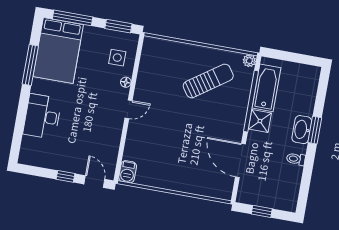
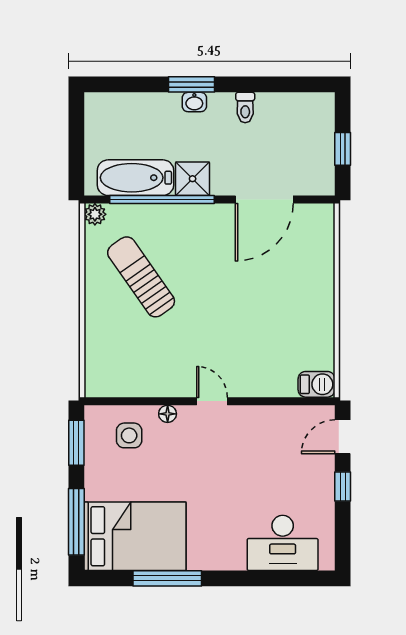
desk: (42, 116) -> (283, 543), moved
washbasin: (302, 130) -> (194, 102), width x0.52, depth x0.69

